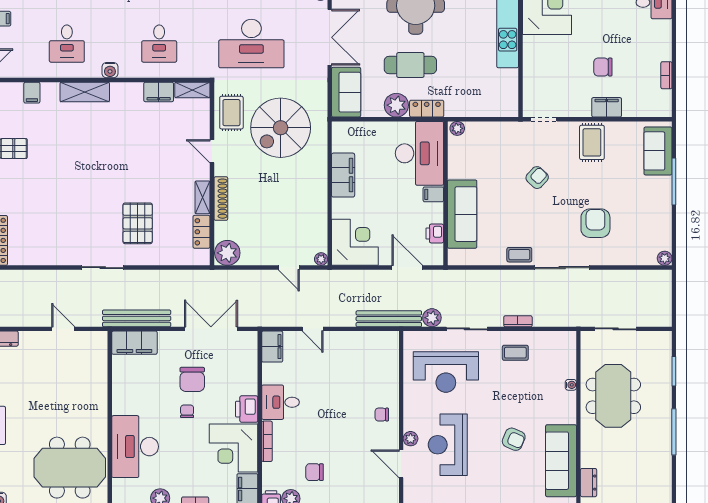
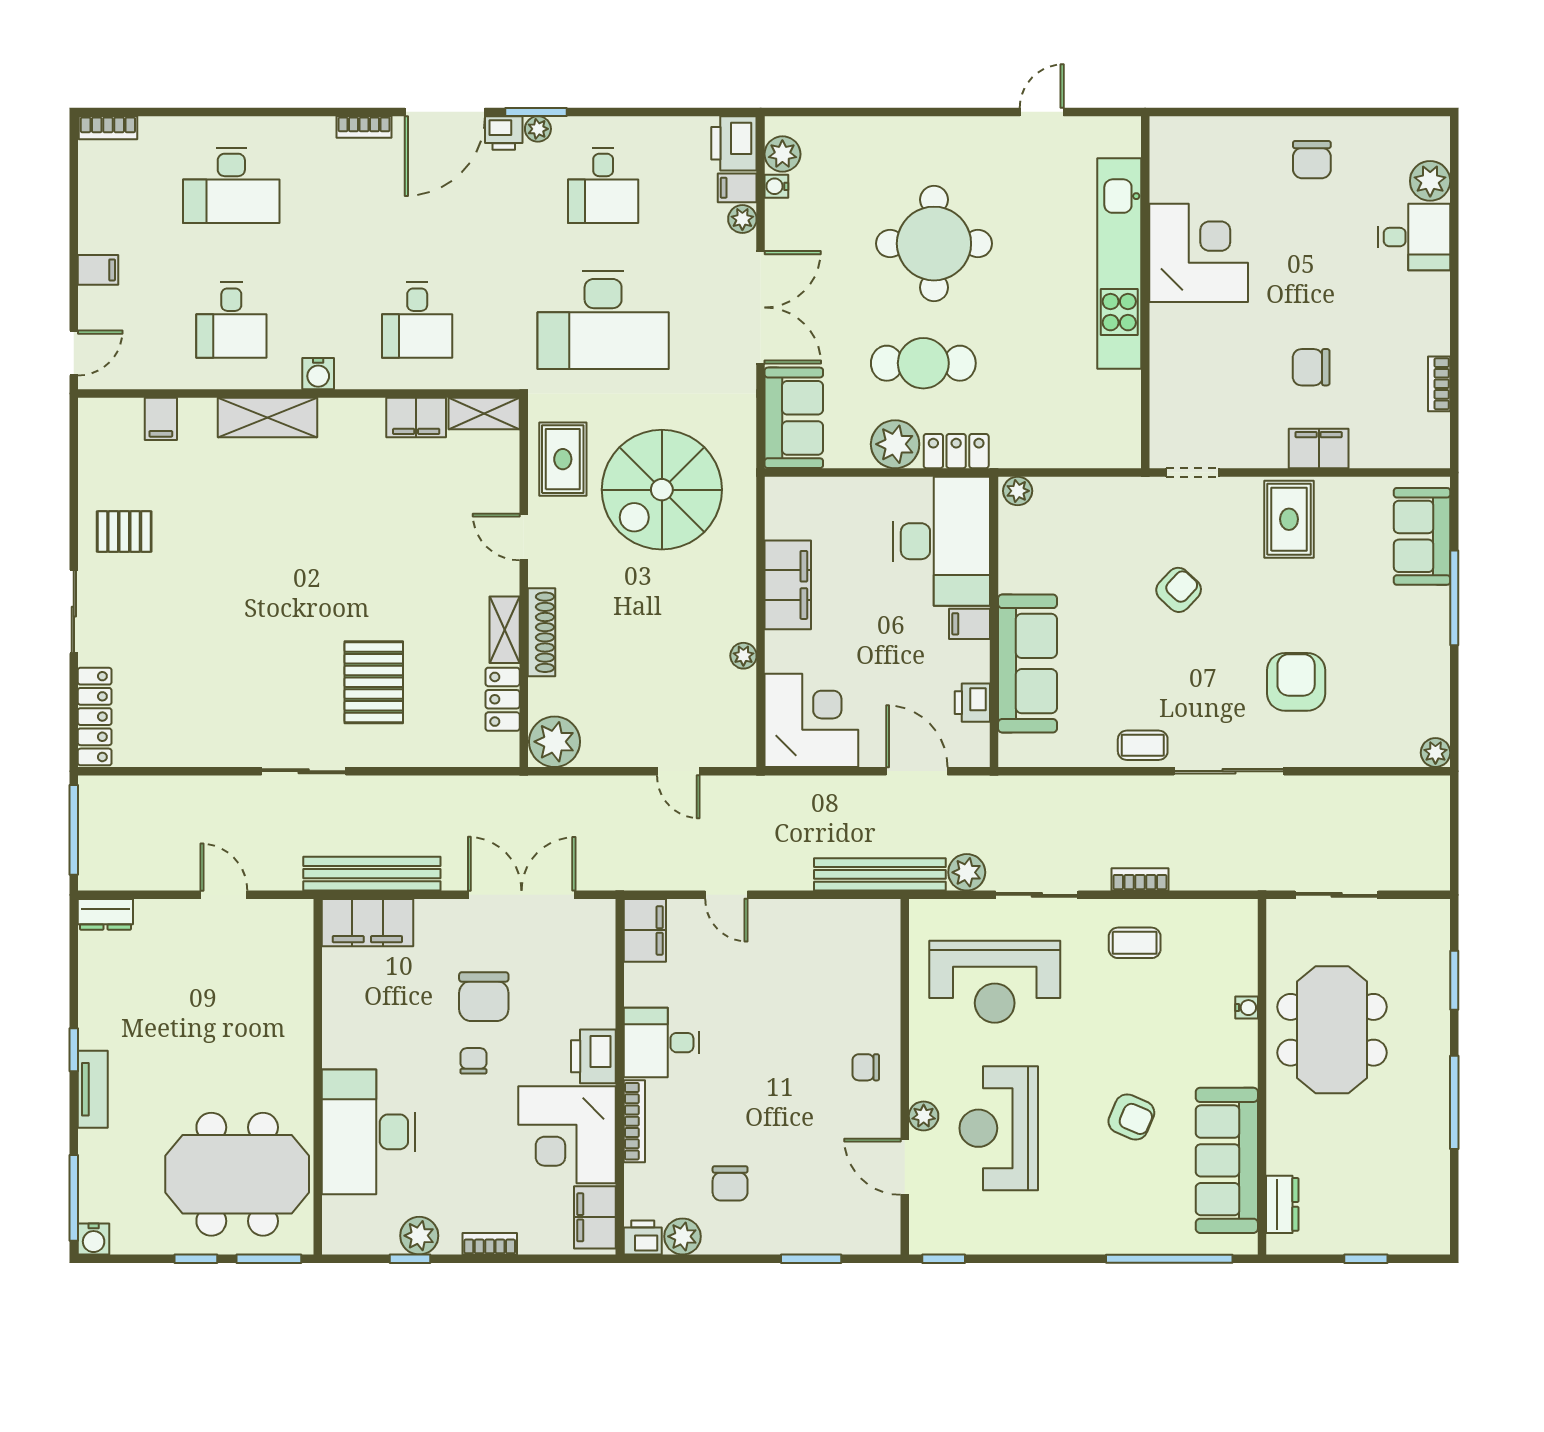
plant: (321, 259) -> (743, 656), moved
chair: (314, 472) -> (730, 1183), turned -90

